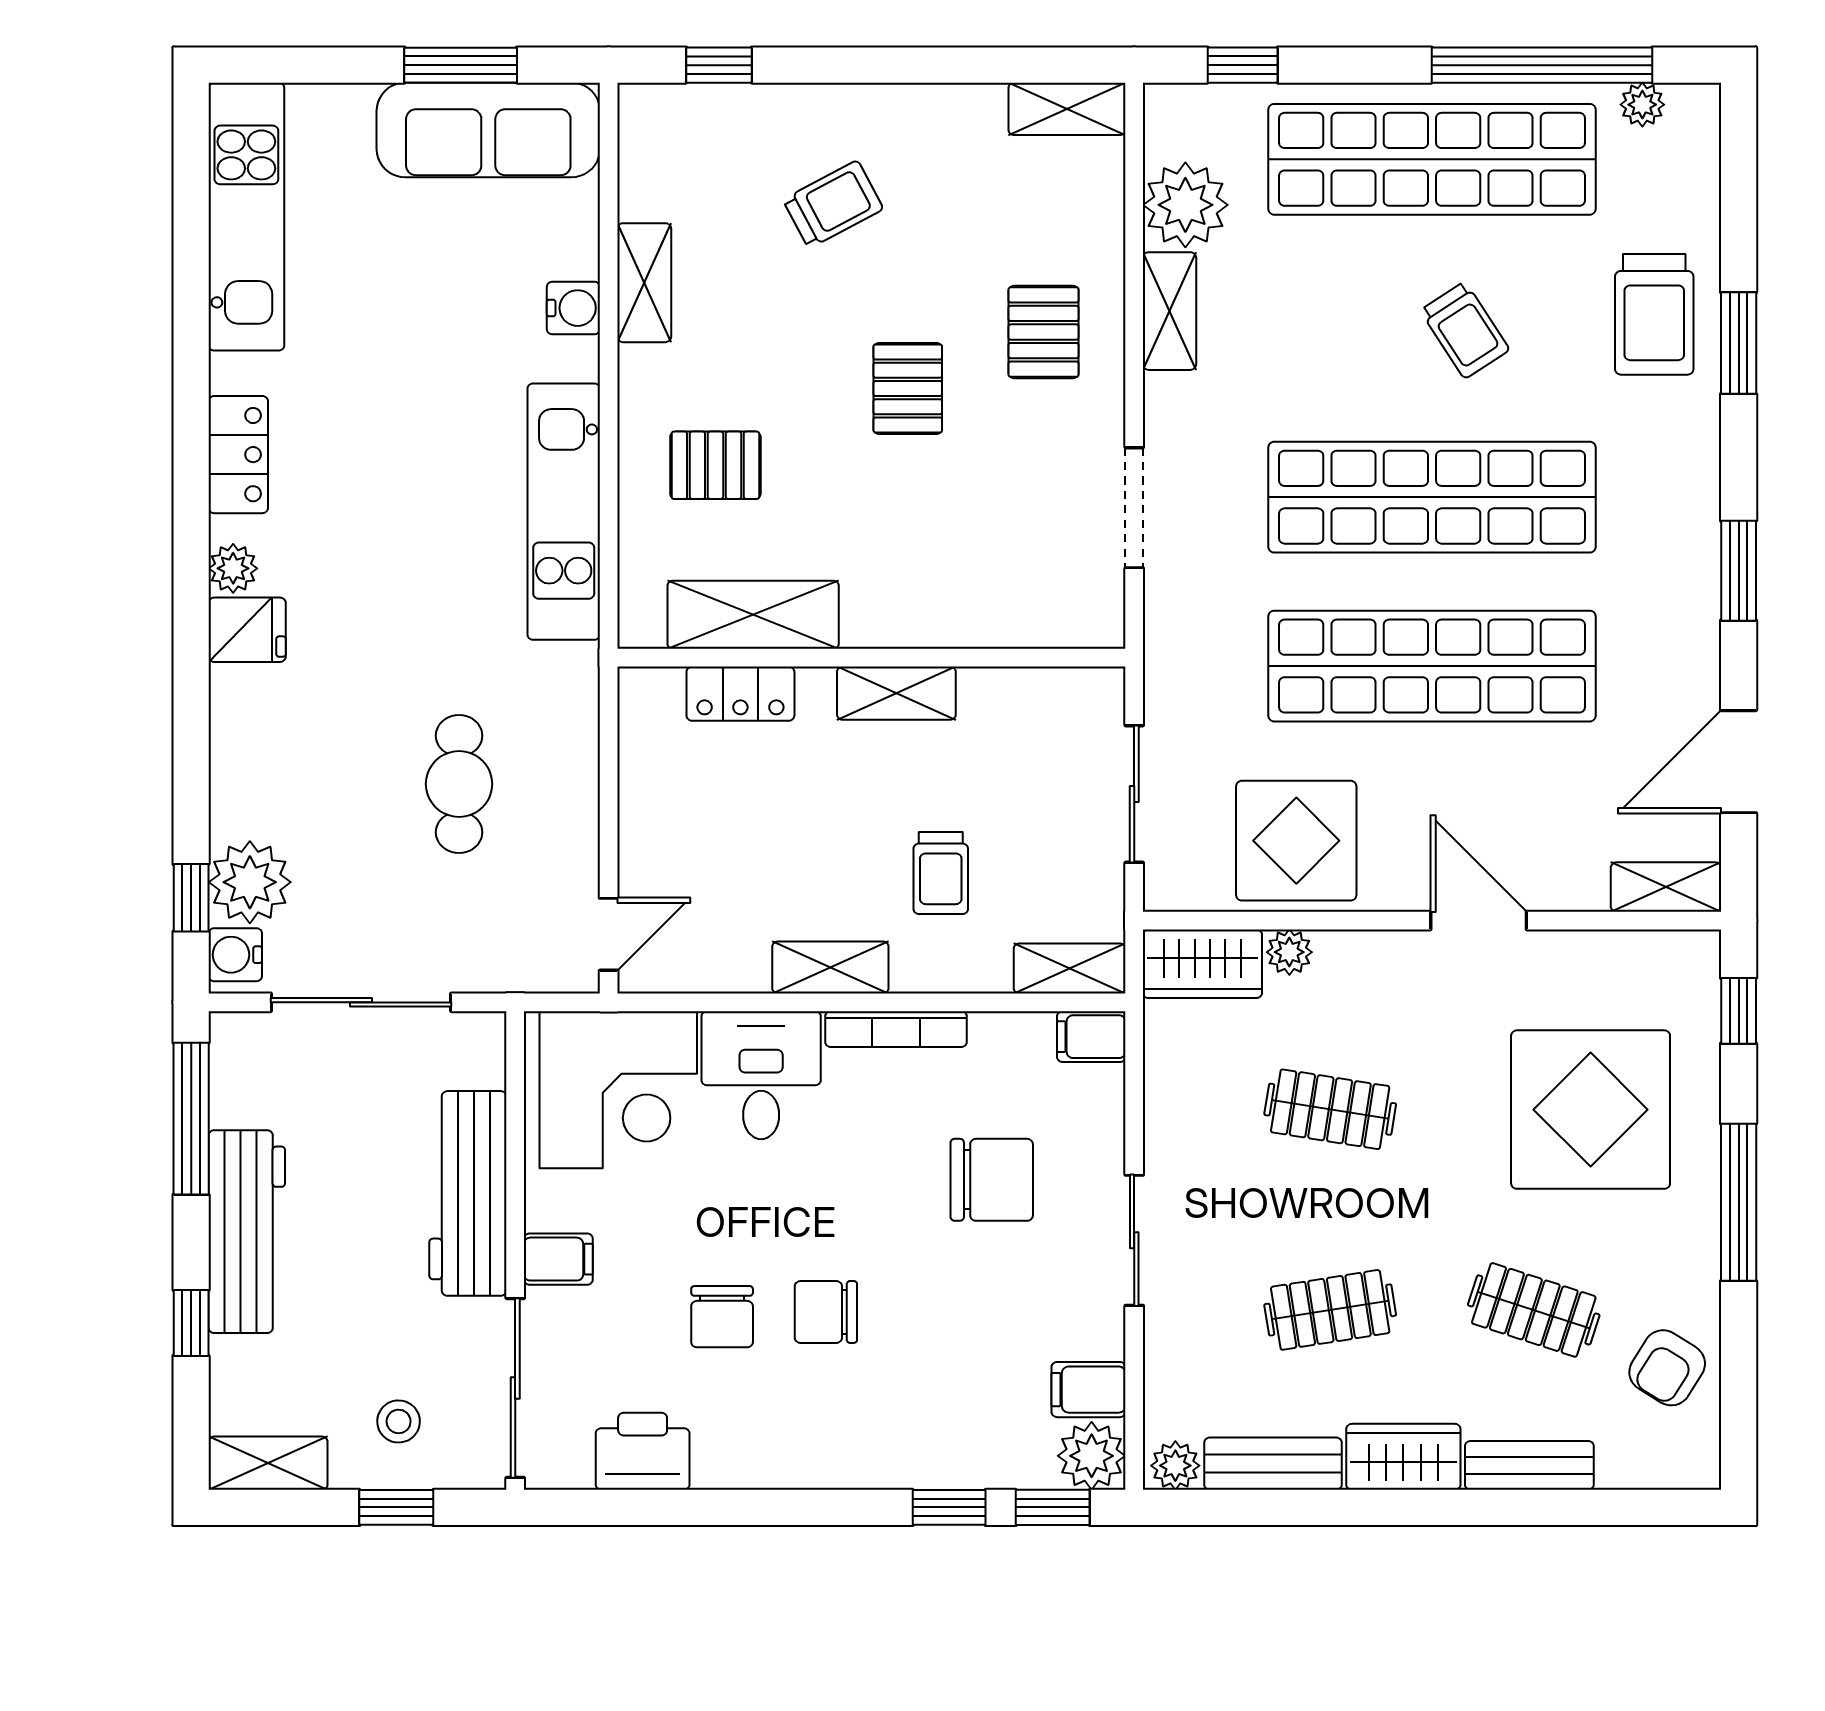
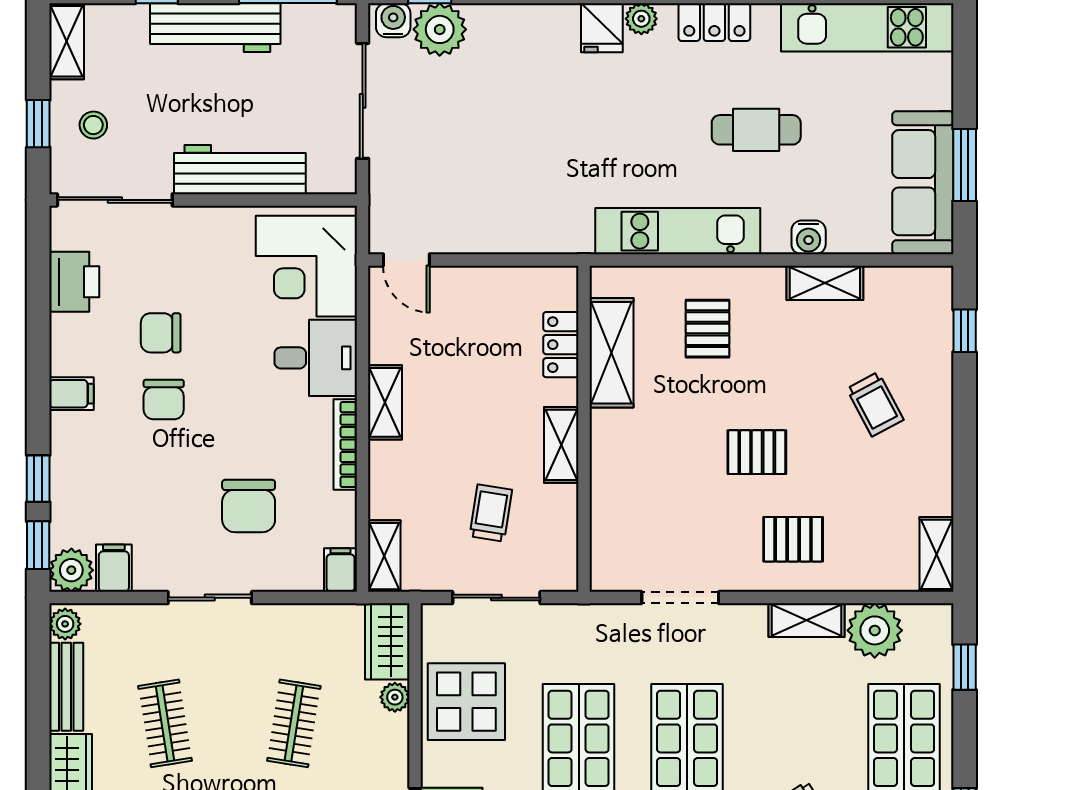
cafe table: (459, 784) -> (756, 130), moved
trolley: (941, 873) -> (491, 513), moved, turned 99
filing cabinet: (558, 1259) -> (71, 394), moved, turned -90
chair: (826, 1312) -> (164, 399), turned 180

